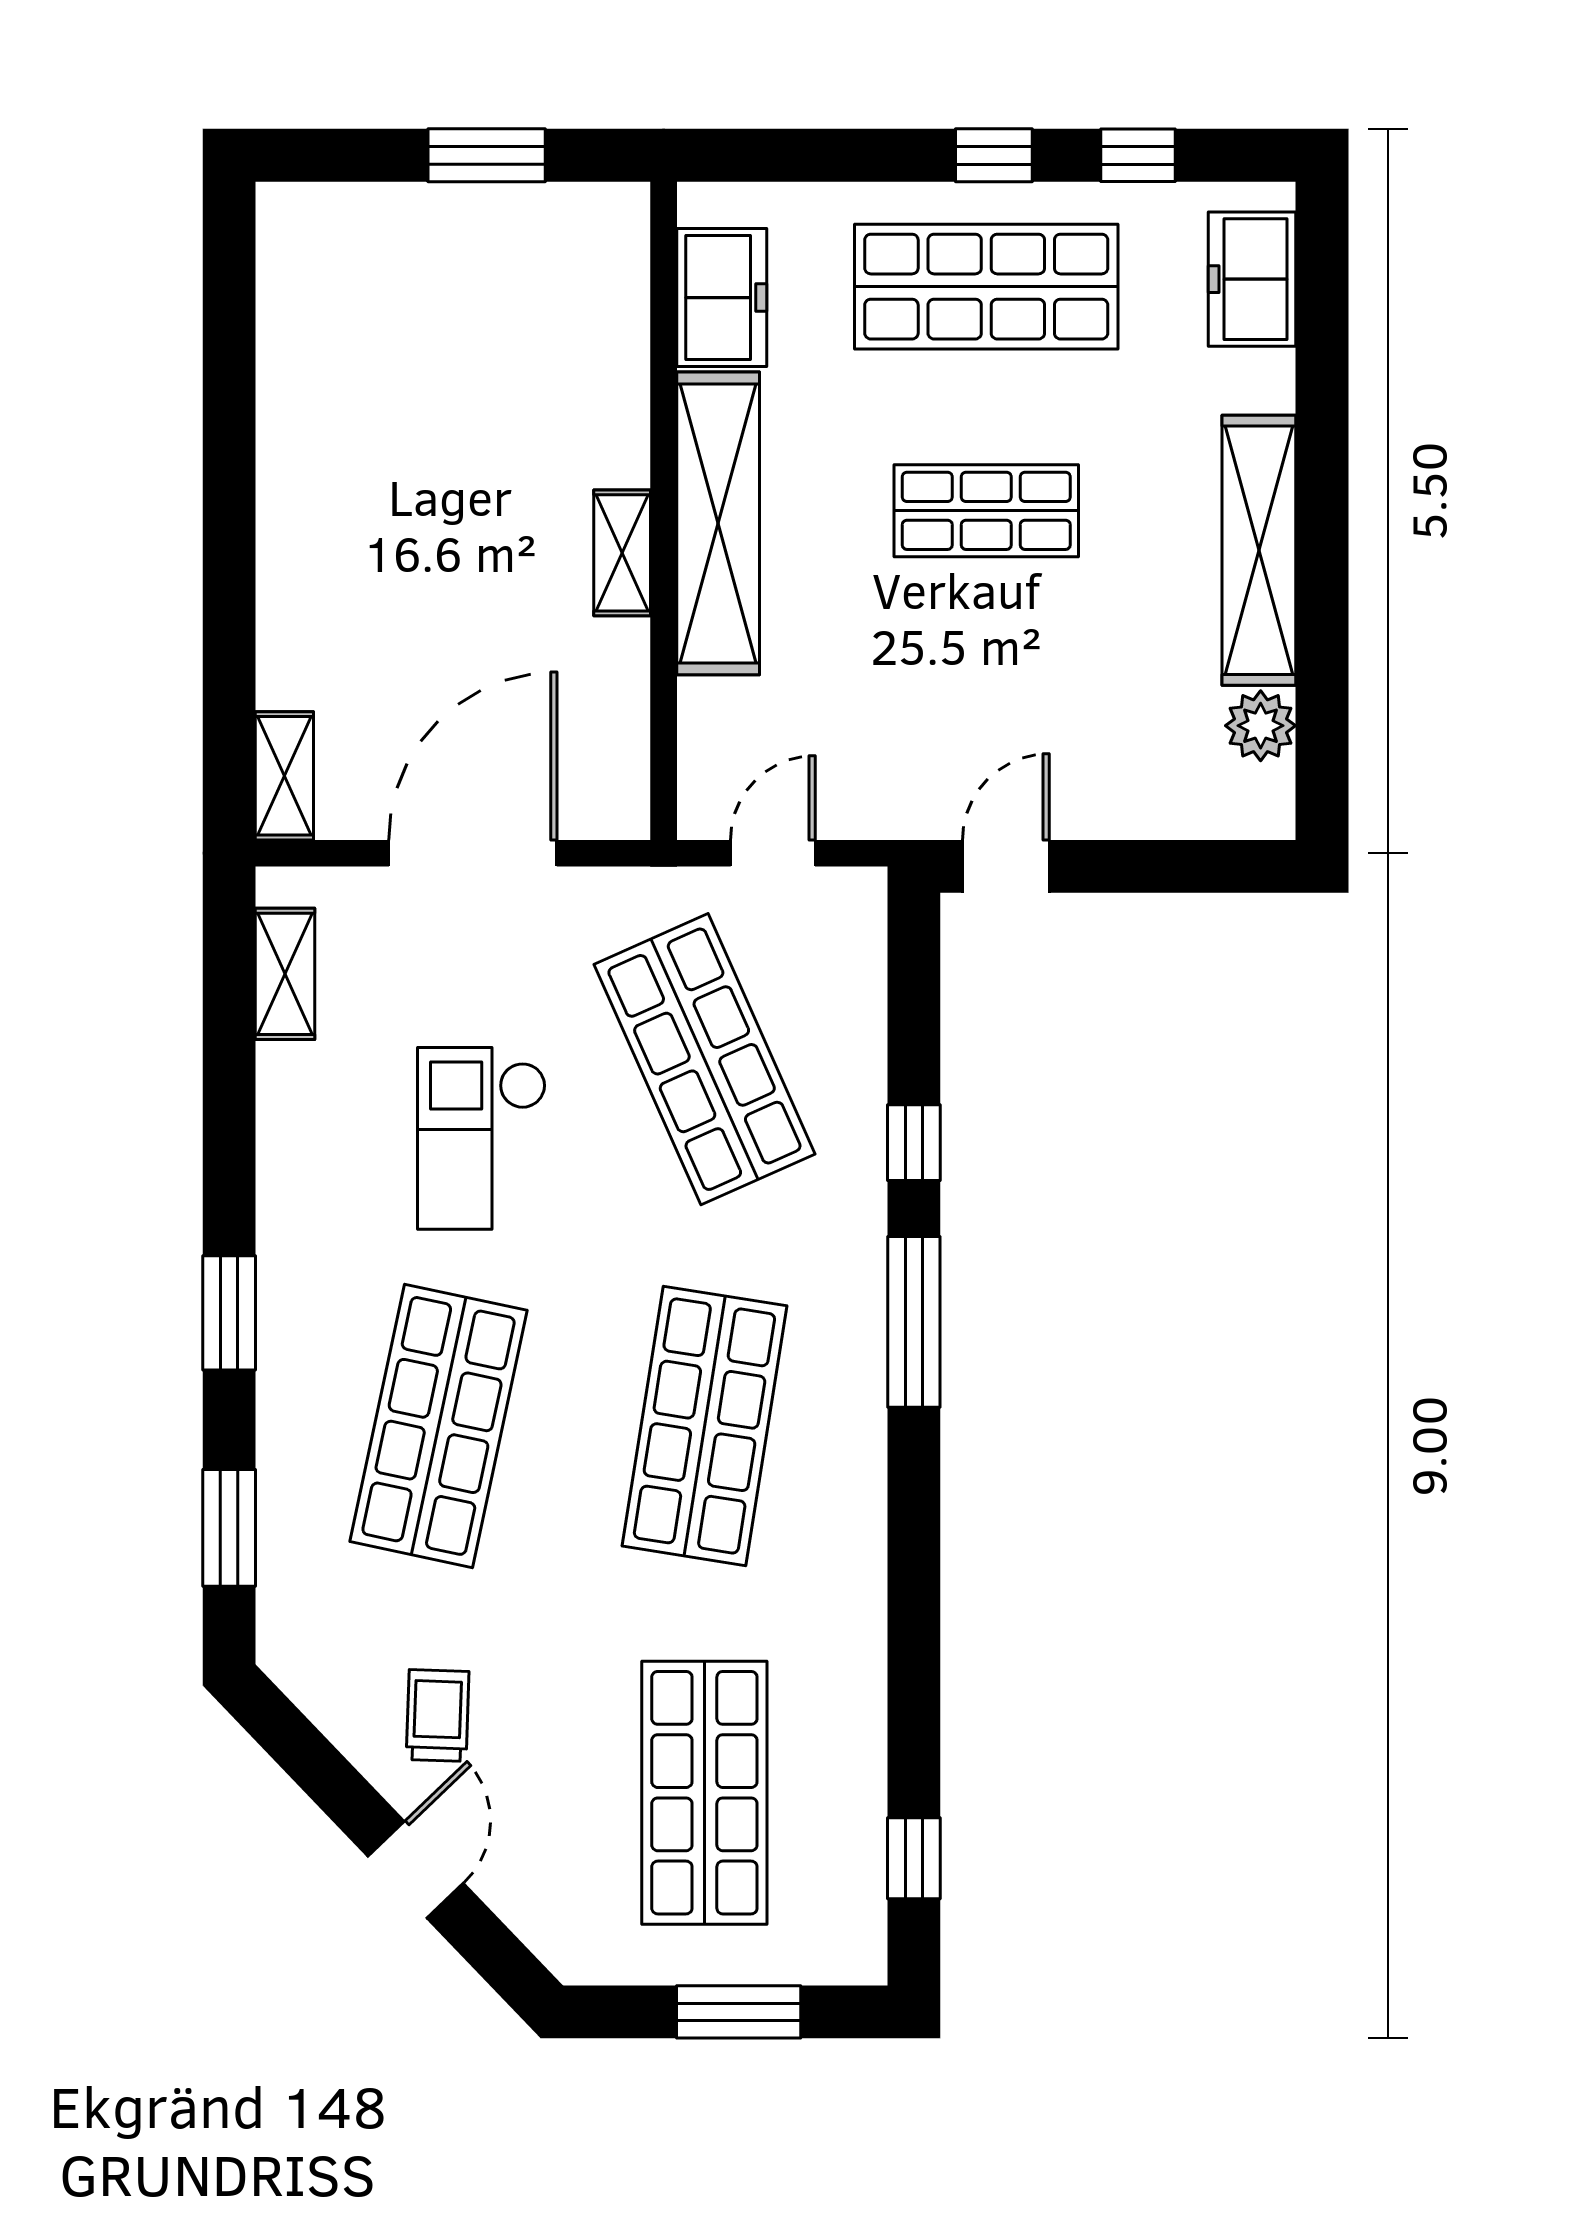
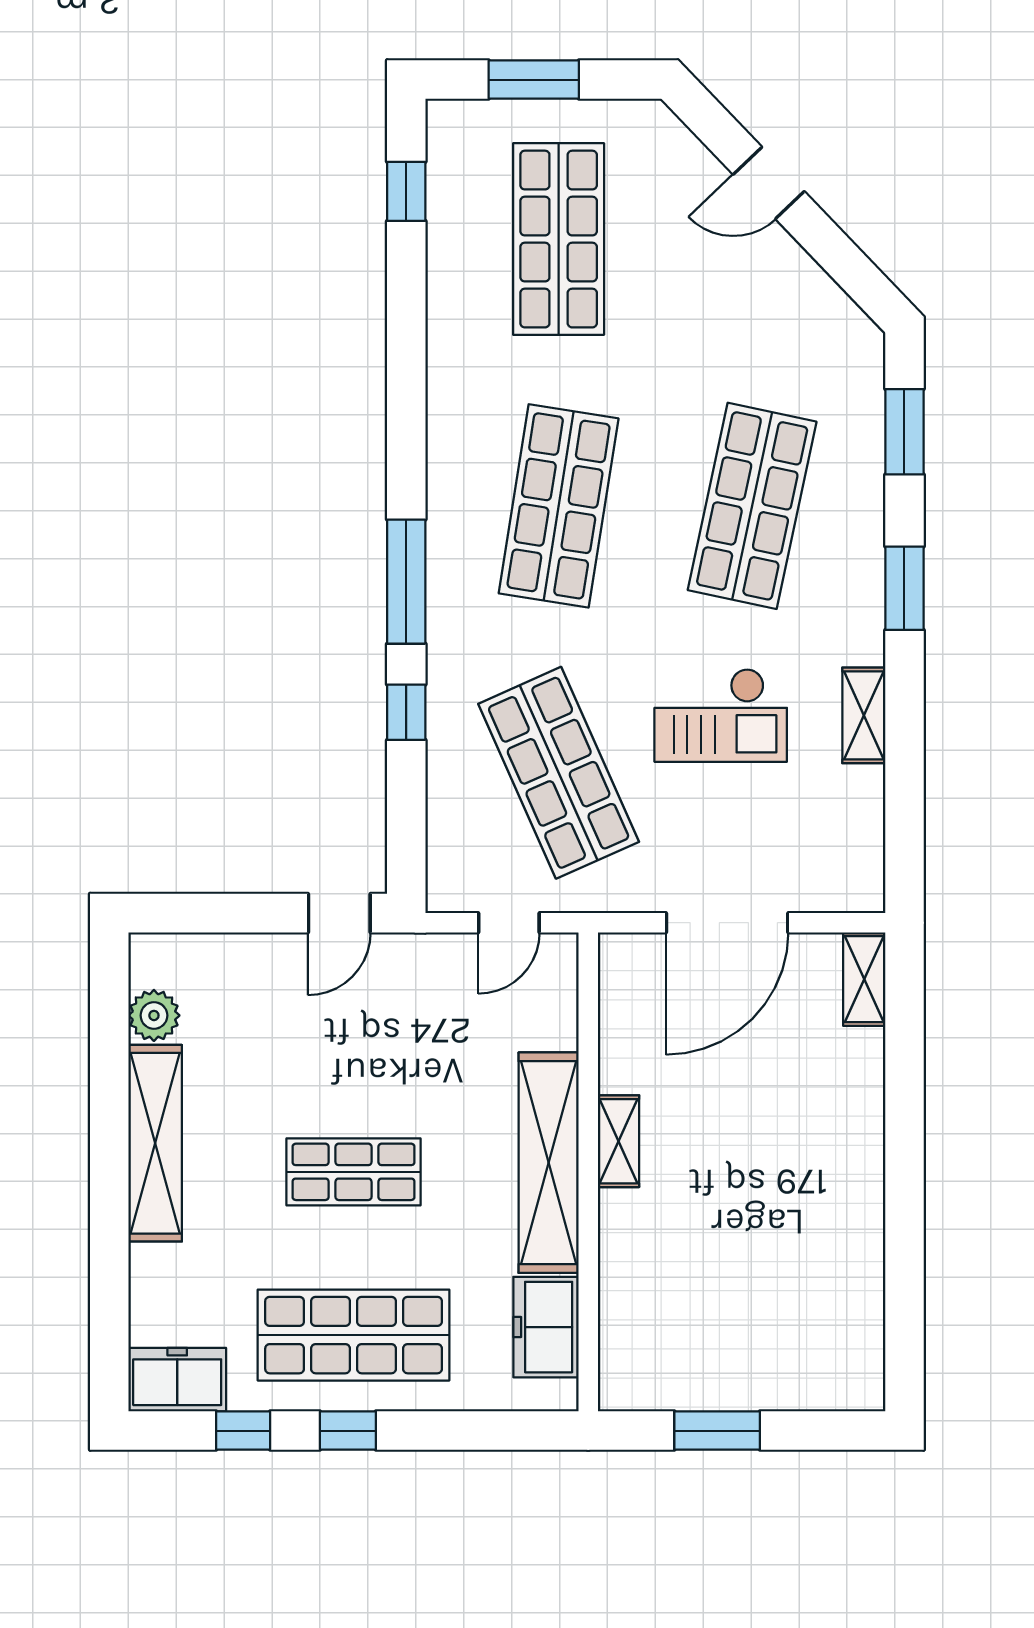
freezer: (1252, 279) -> (177, 1380), moved, turned -90
shelving: (285, 974) -> (864, 715), moved
checkout: (482, 1138) -> (721, 715), turned 90
trolley: (438, 1716) -> (753, 295), removed
door: (416, 1870) -> (769, 183), hinge flipped

